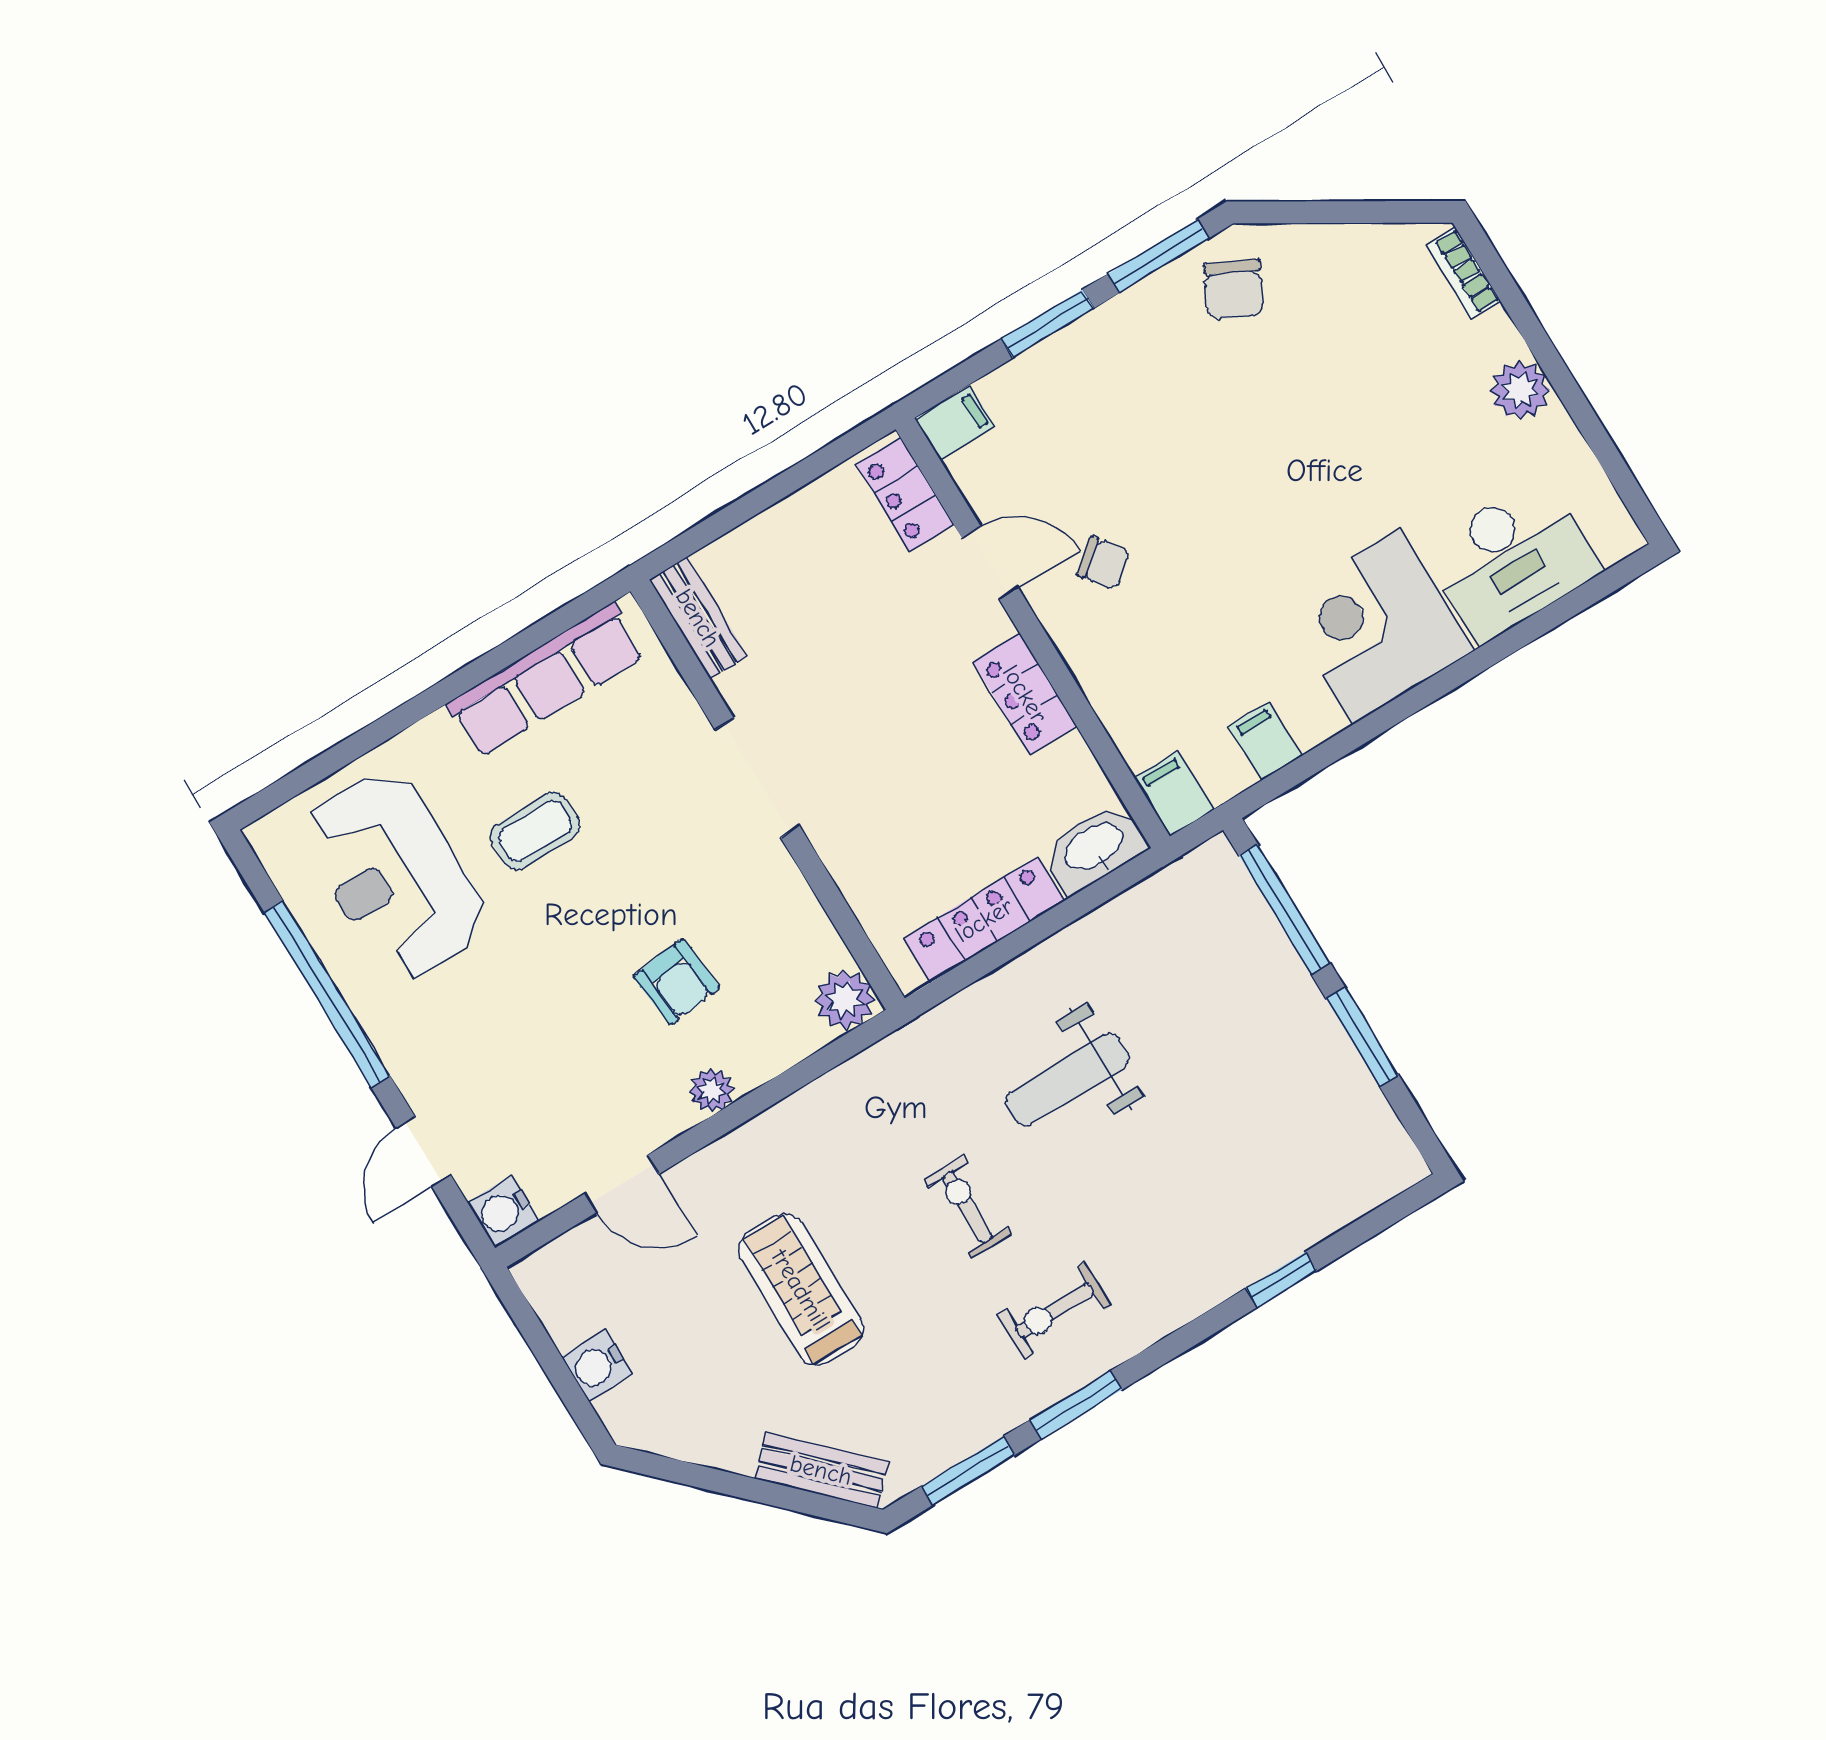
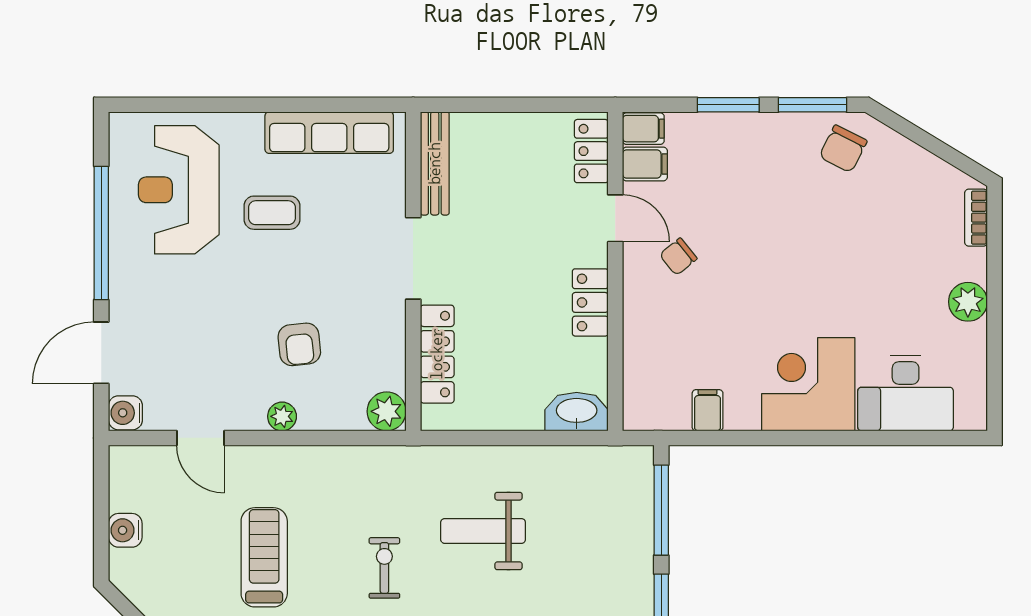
chair: (1104, 563) -> (678, 257), turned 89
bench: (698, 618) -> (435, 163), width x1.36
filing cabinet: (1174, 794) -> (645, 164), moved, turned 90
locker: (984, 920) -> (437, 354), moved, turned 90
door: (423, 1152) -> (101, 353), width x1.38

